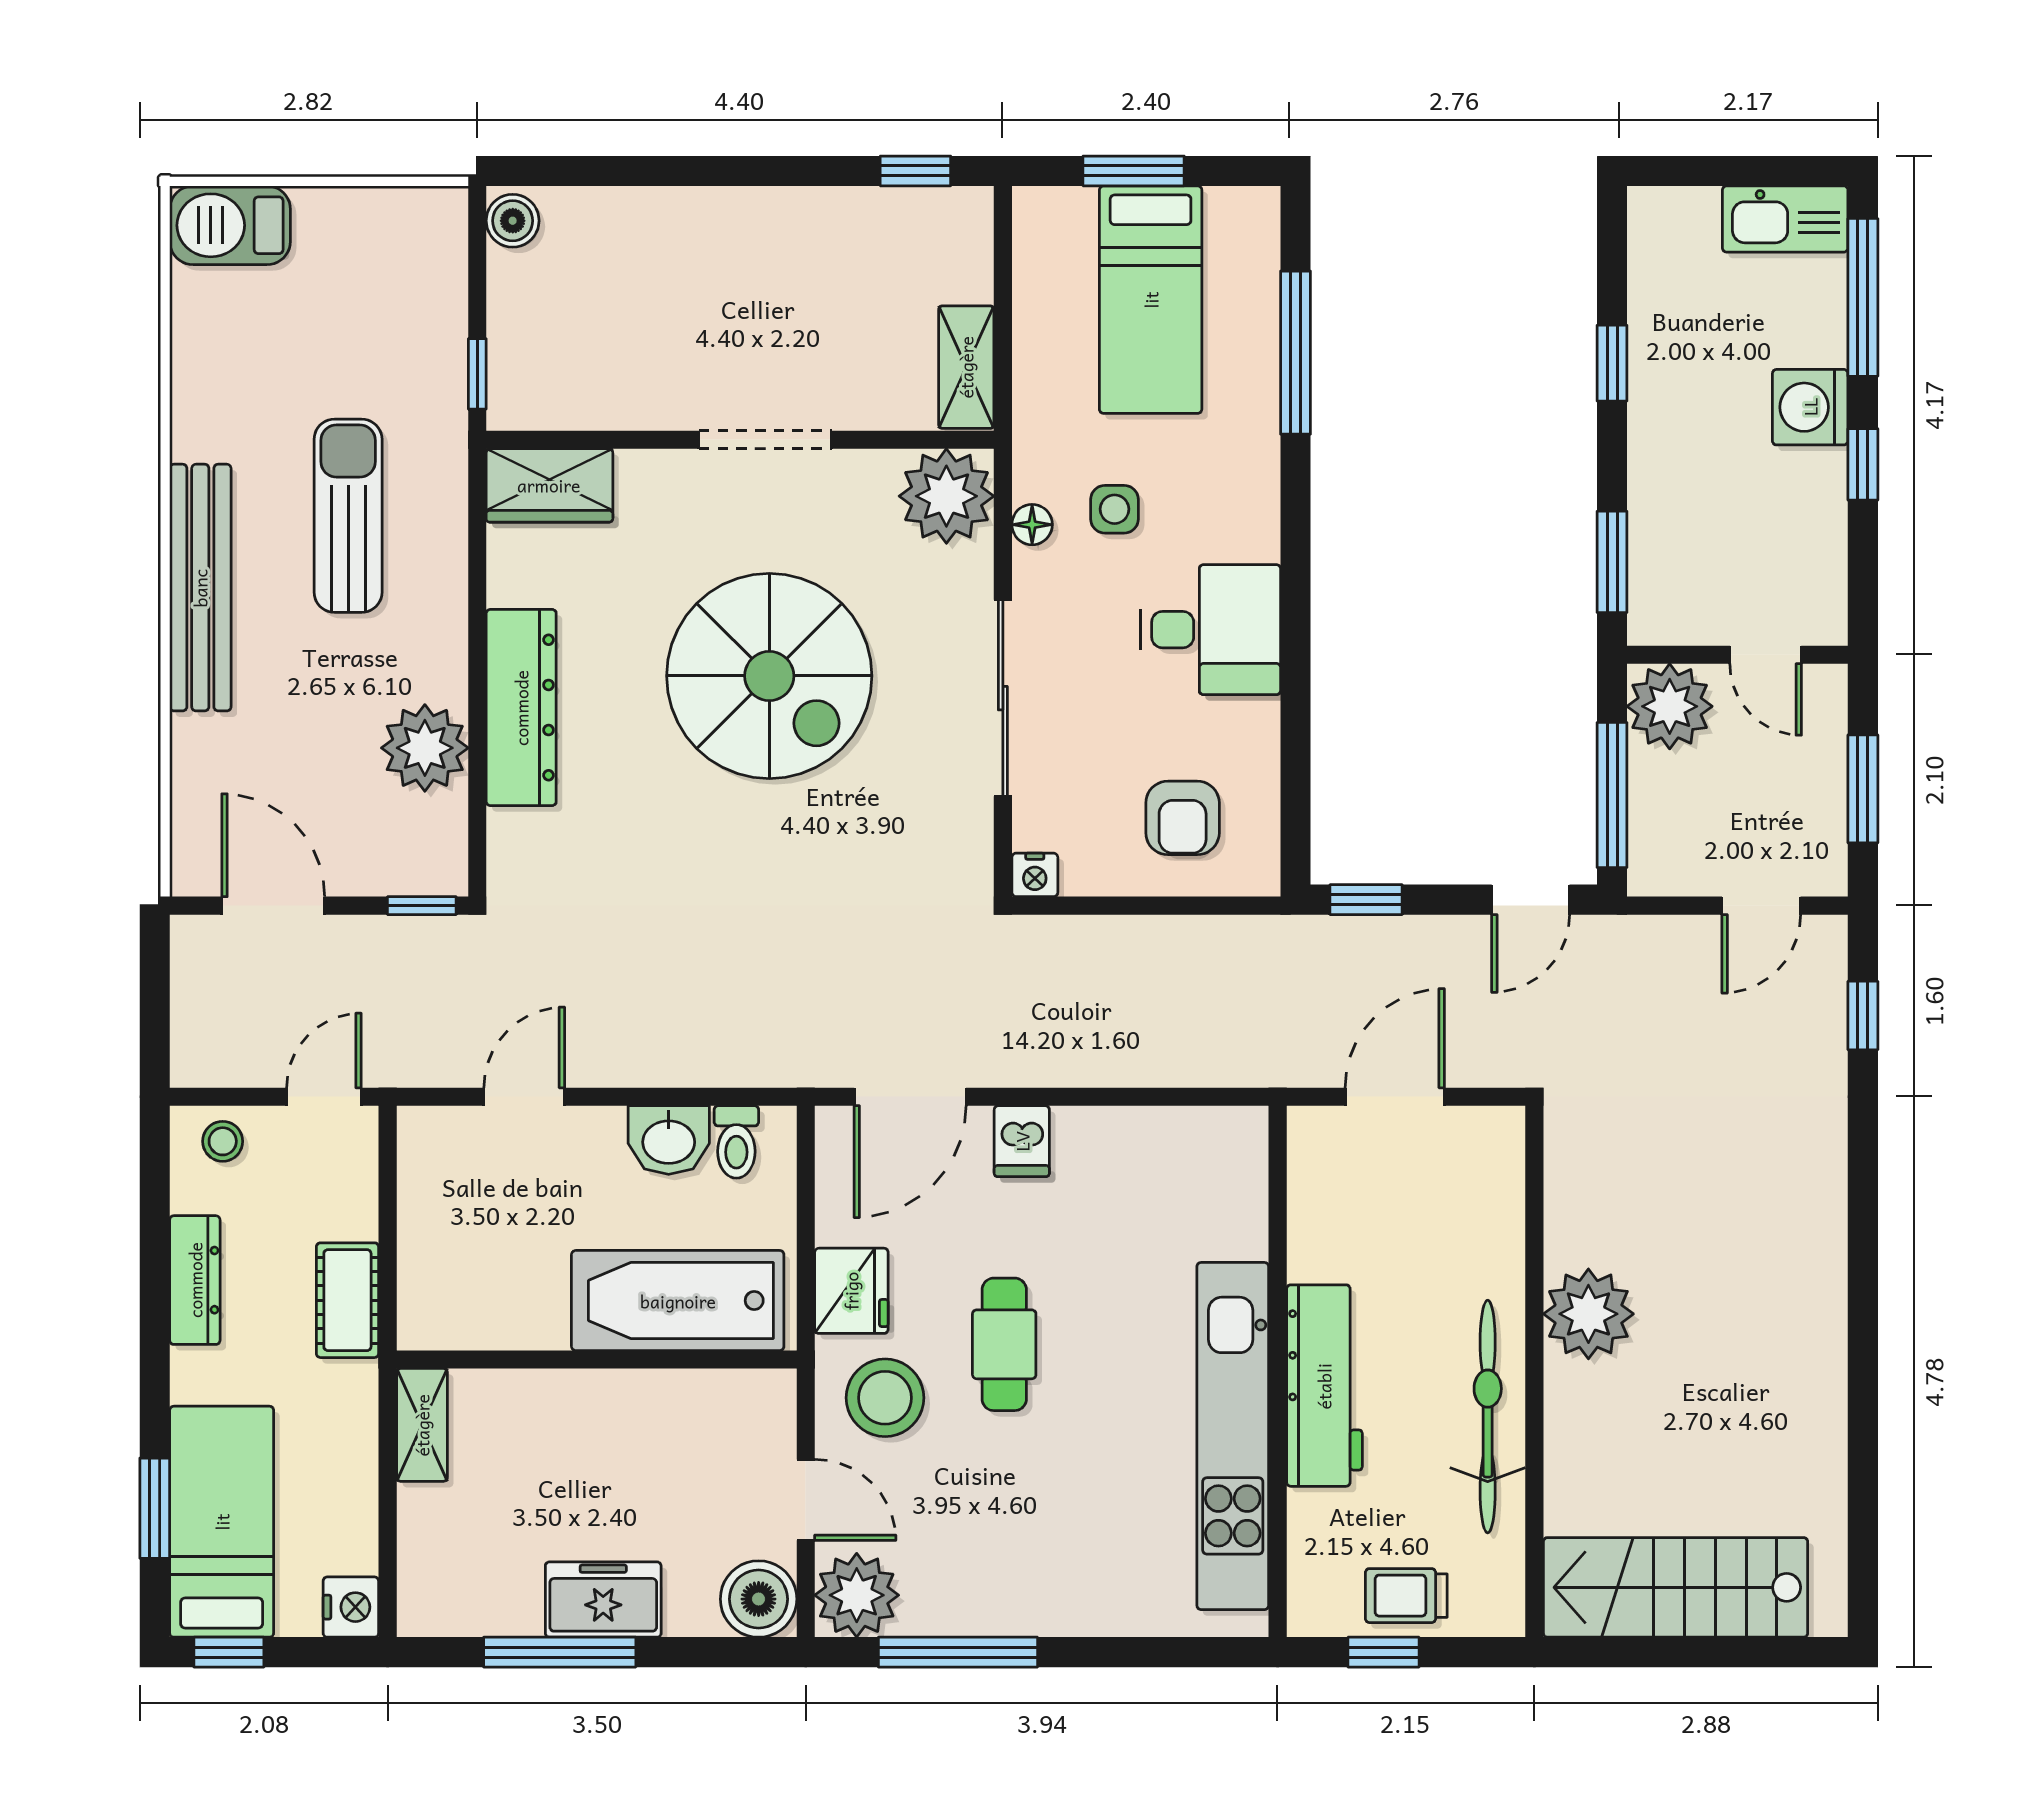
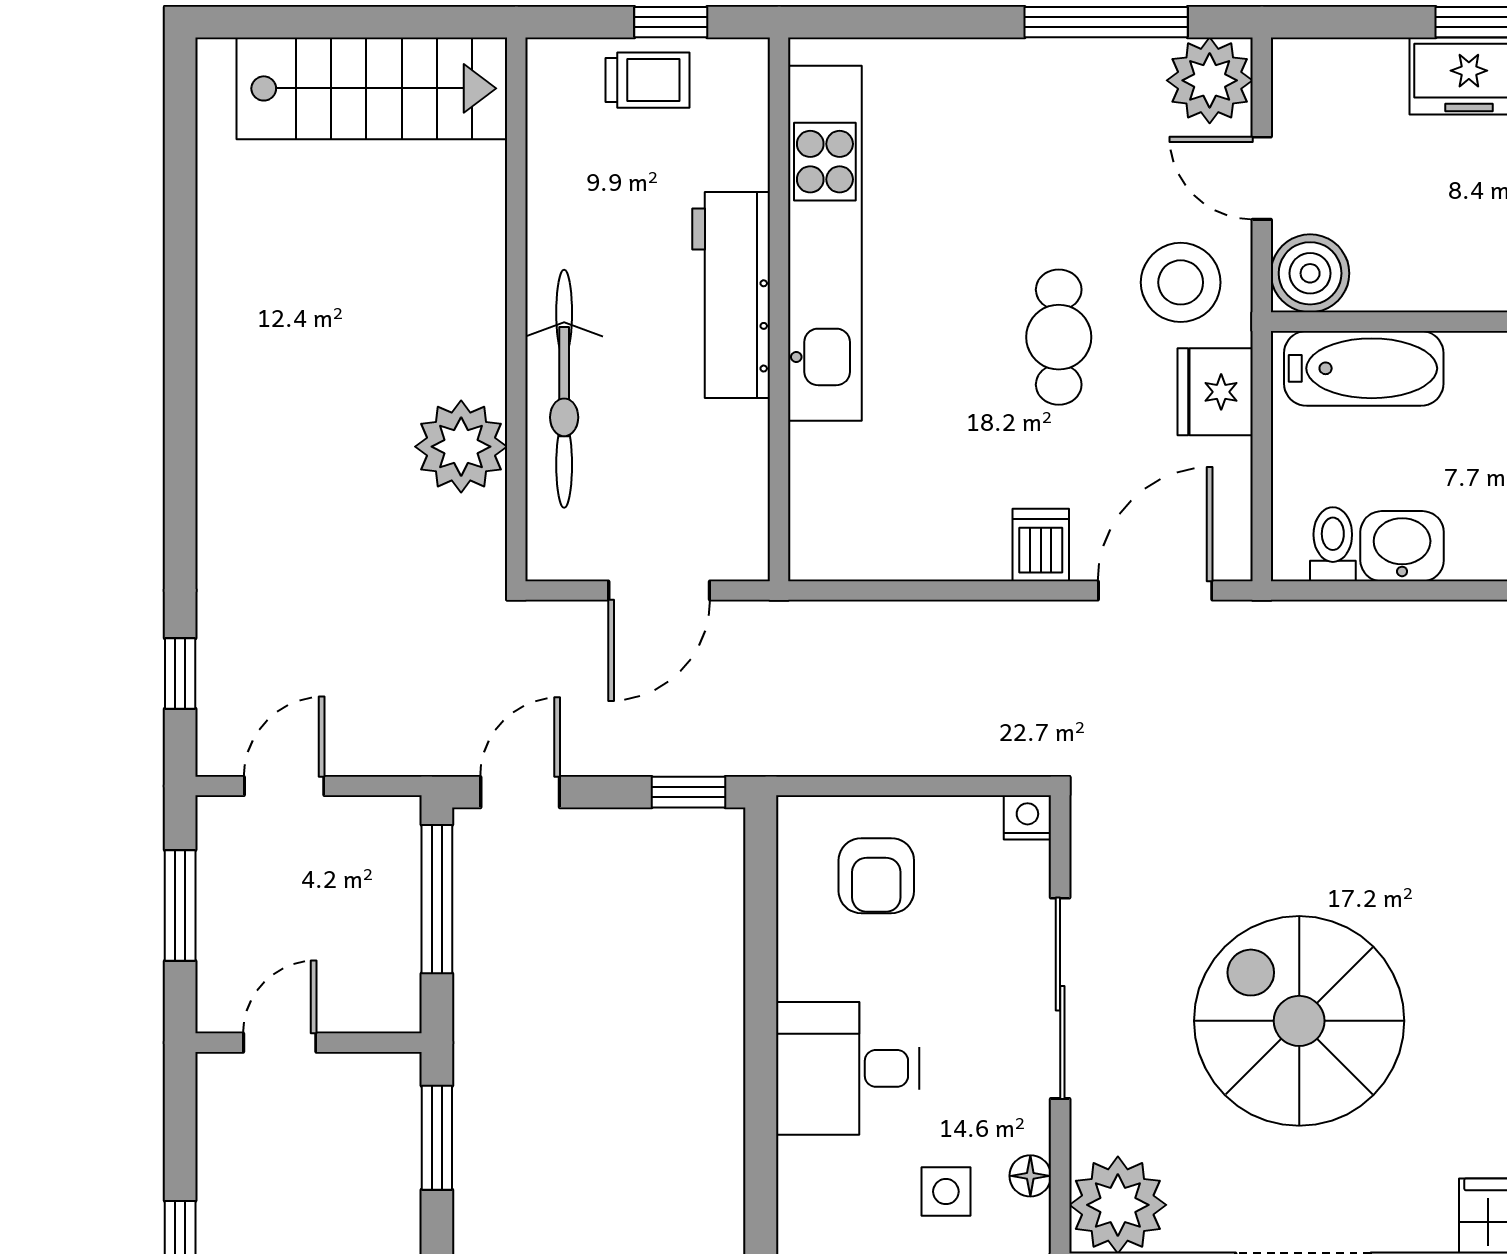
door: (1766, 655) -> (280, 1043), hinge flipped
plant: (1670, 706) -> (378, 990), removed
armchair: (1183, 818) -> (876, 876), turned 180
bathtub: (678, 1301) -> (1364, 368), width x0.73, depth x0.73
plant: (1588, 1314) -> (461, 447), moved
bicycle: (1488, 1417) -> (564, 389), moved
boiler: (759, 1599) -> (1310, 273), moved

